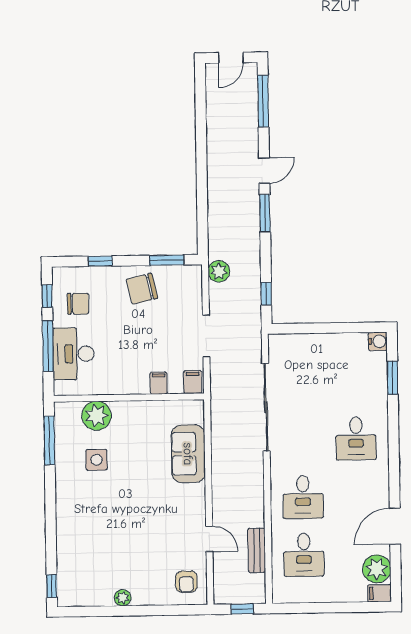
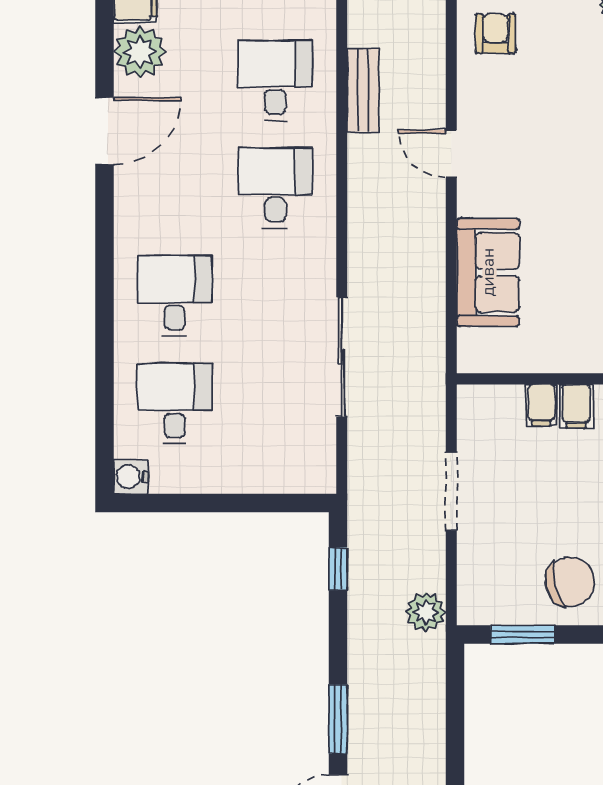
window: (393, 378) -> (104, 409), removed
desk: (355, 381) -> (175, 404), added
filing cabinet: (193, 382) -> (576, 406), moved
sliding door: (266, 407) -> (342, 357), width x0.73
door: (209, 539) -> (451, 154), moved

